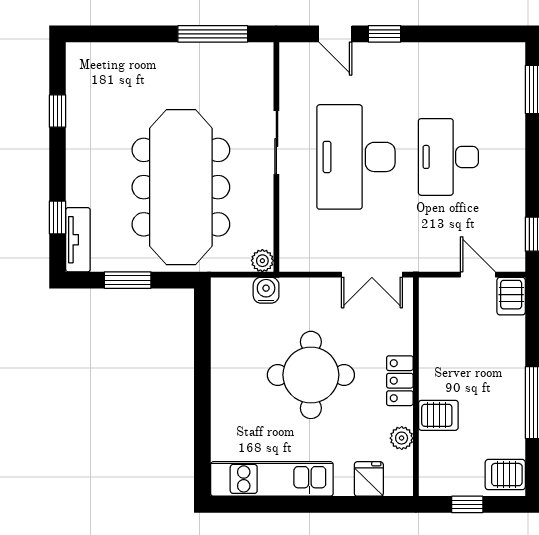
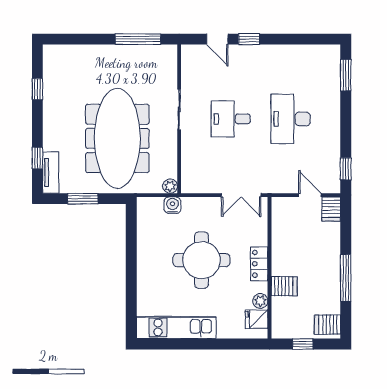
desk: (356, 157) -> (231, 119), width x0.53, depth x0.77
fridge: (369, 479) -> (257, 319), moved, turned -90

